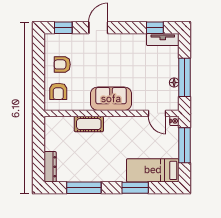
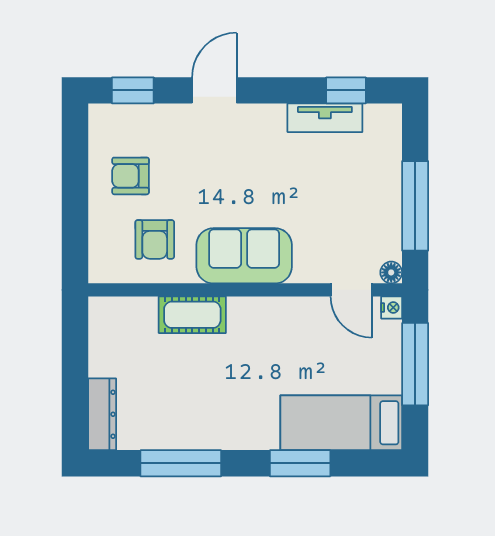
tv unit: (163, 40) -> (325, 118), moved
floor lamp: (174, 83) -> (391, 272), moved
armchair: (58, 91) -> (155, 239), moved

